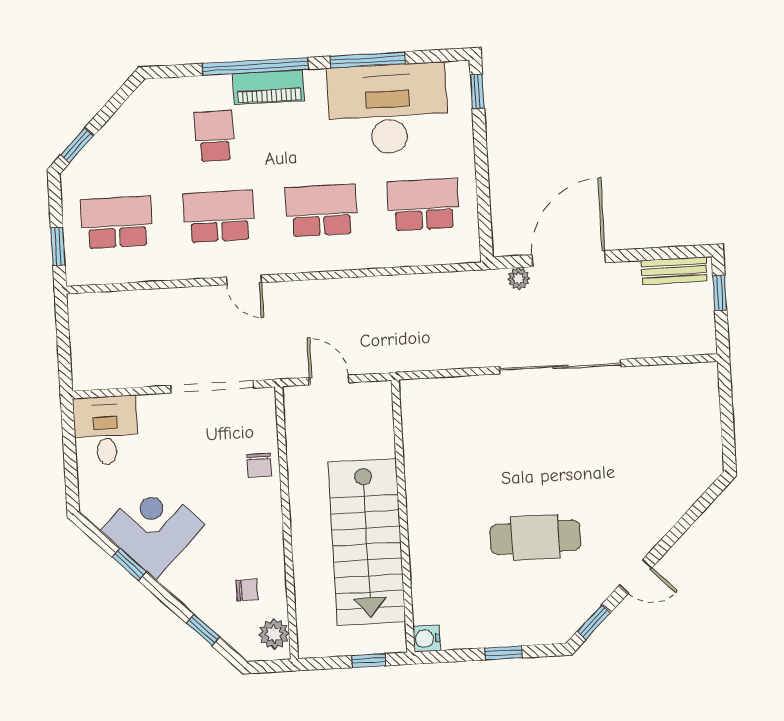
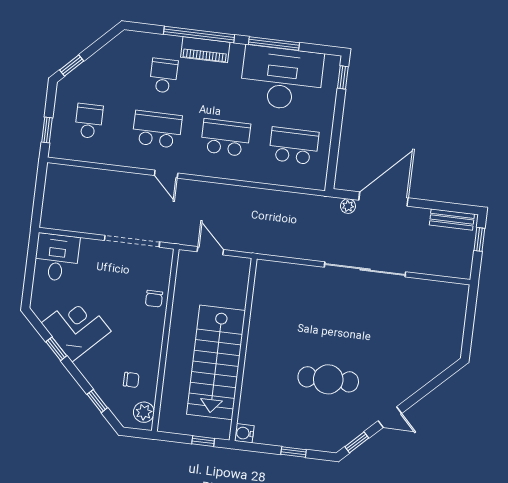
school desk: (117, 222) -> (89, 121), width x0.54

